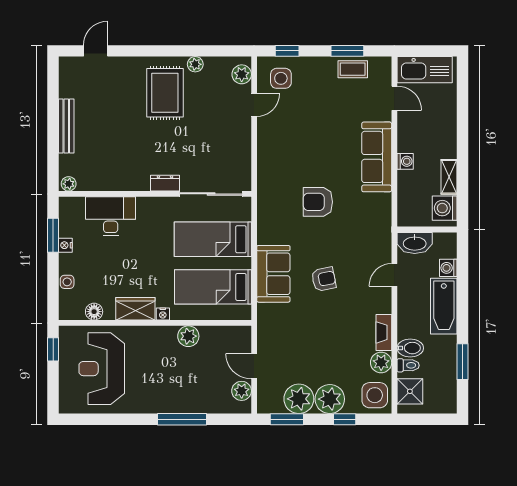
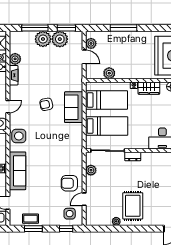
plant: (242, 74) -> (91, 170), moved
armchair: (318, 202) -> (69, 183), moved, turned 180
plant: (188, 336) -> (109, 73), moved
side table: (375, 395) -> (19, 136), moved
window: (345, 419) -> (35, 28), width x2.17

